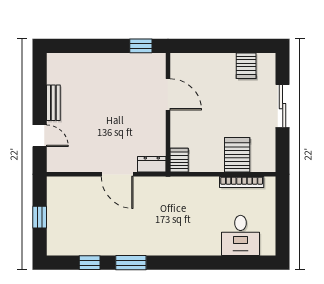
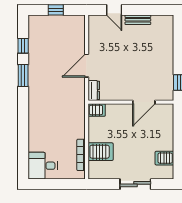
door: (40, 136) -> (114, 10), hinge flipped
desk: (240, 235) -> (43, 166), moved

